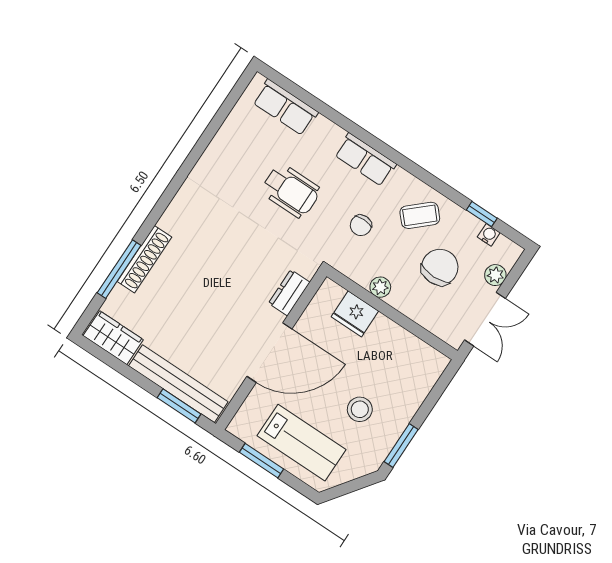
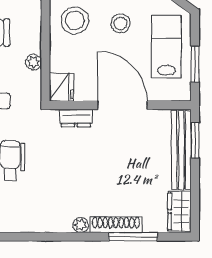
plant: (170, 221) -> (81, 225), added
fridge: (355, 314) -> (62, 87), moved
stool: (396, 362) -> (75, 20), added

